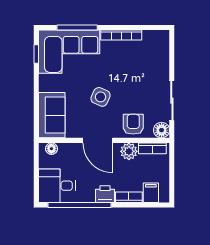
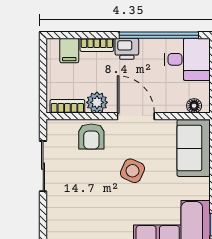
floor lamp: (162, 130) -> (56, 129), removed

